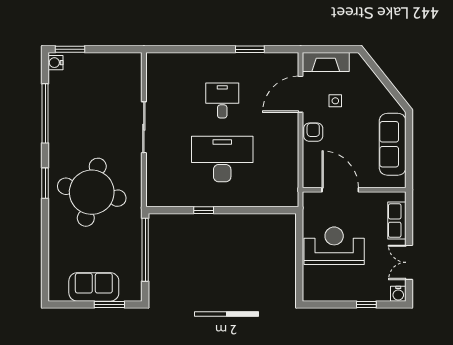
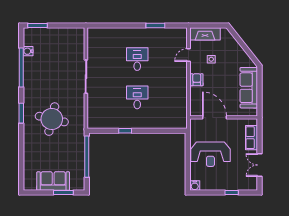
water cooler: (55, 63) -> (28, 51), moved
door: (301, 94) -> (189, 55), width x0.53
desk: (222, 159) -> (137, 97), width x0.53, depth x0.77
round table: (92, 192) -> (52, 119), width x0.73, depth x0.73
reception desk: (334, 246) -> (210, 154), turned 180
water cooler: (398, 294) -> (195, 186), moved

